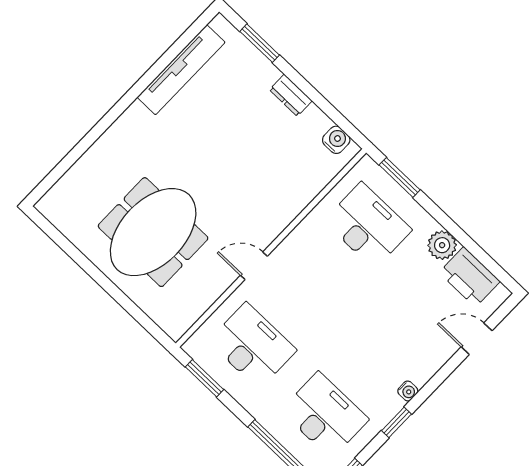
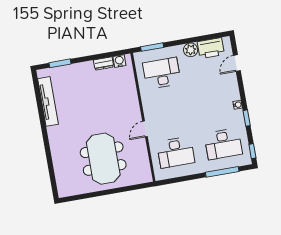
dresser: (291, 95) -> (104, 63), moved
desk: (252, 346) -> (176, 152), turned 180
window: (204, 378) -> (175, 180), removed
desk: (325, 415) -> (223, 144), turned 180

